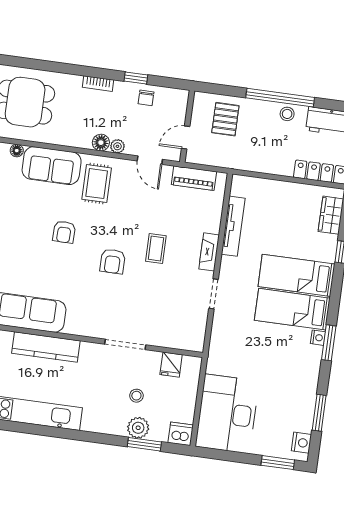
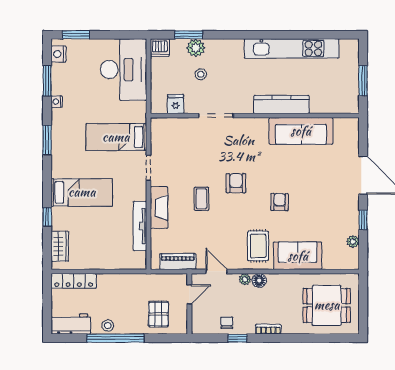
floor lamp: (17, 151) -> (328, 264), removed
fireplace: (209, 252) -> (159, 208), width x1.37, depth x1.32
bed: (292, 309) -> (116, 137), moved, turned 180
nightstand: (318, 338) -> (57, 102), moved

